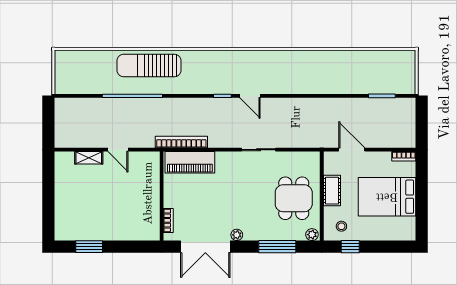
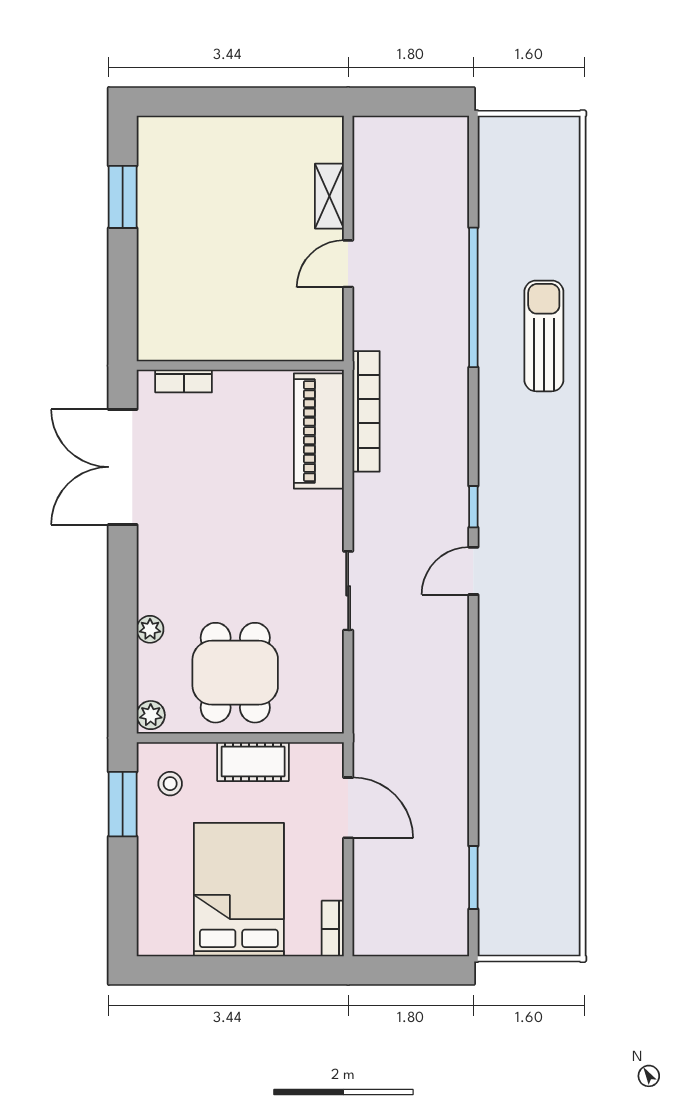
sun lounger: (149, 66) -> (544, 336), width x0.73, depth x0.75
door: (352, 150) -> (348, 808), hinge flipped
dining table: (294, 198) -> (235, 673), turned 90
plant: (237, 235) -> (150, 629), moved
window: (277, 247) -> (123, 634), removed
window: (350, 247) -> (123, 804), width x1.50

